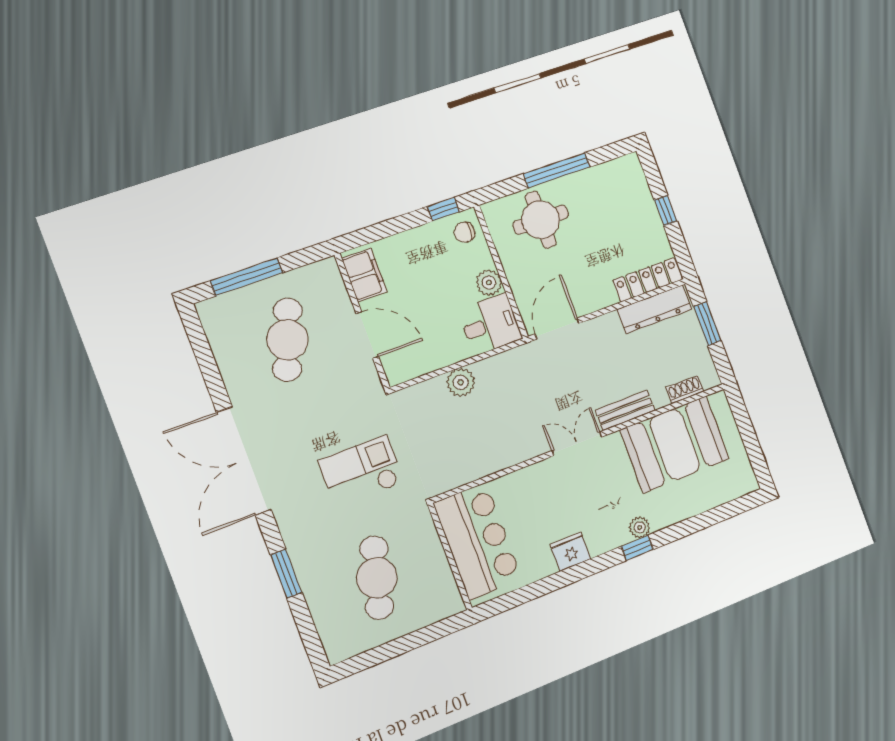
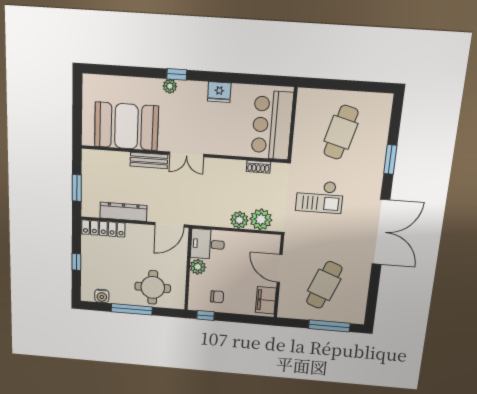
water cooler: (609, 172) -> (102, 296), added
chair: (465, 232) -> (217, 297), moved
dresser: (654, 309) -> (123, 212), moved
shoe rack: (685, 390) -> (258, 167), moved
plant: (430, 398) -> (261, 219), added

